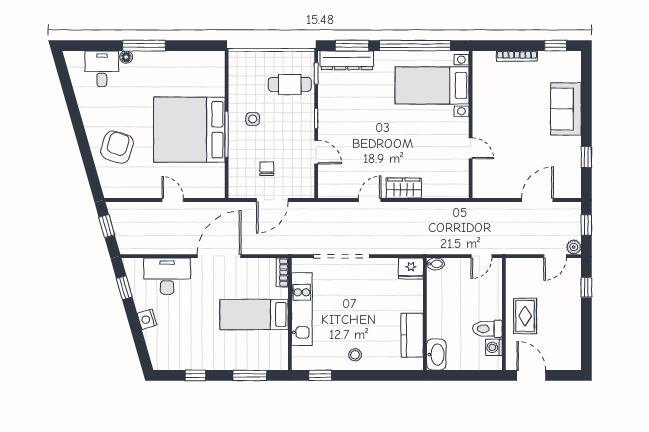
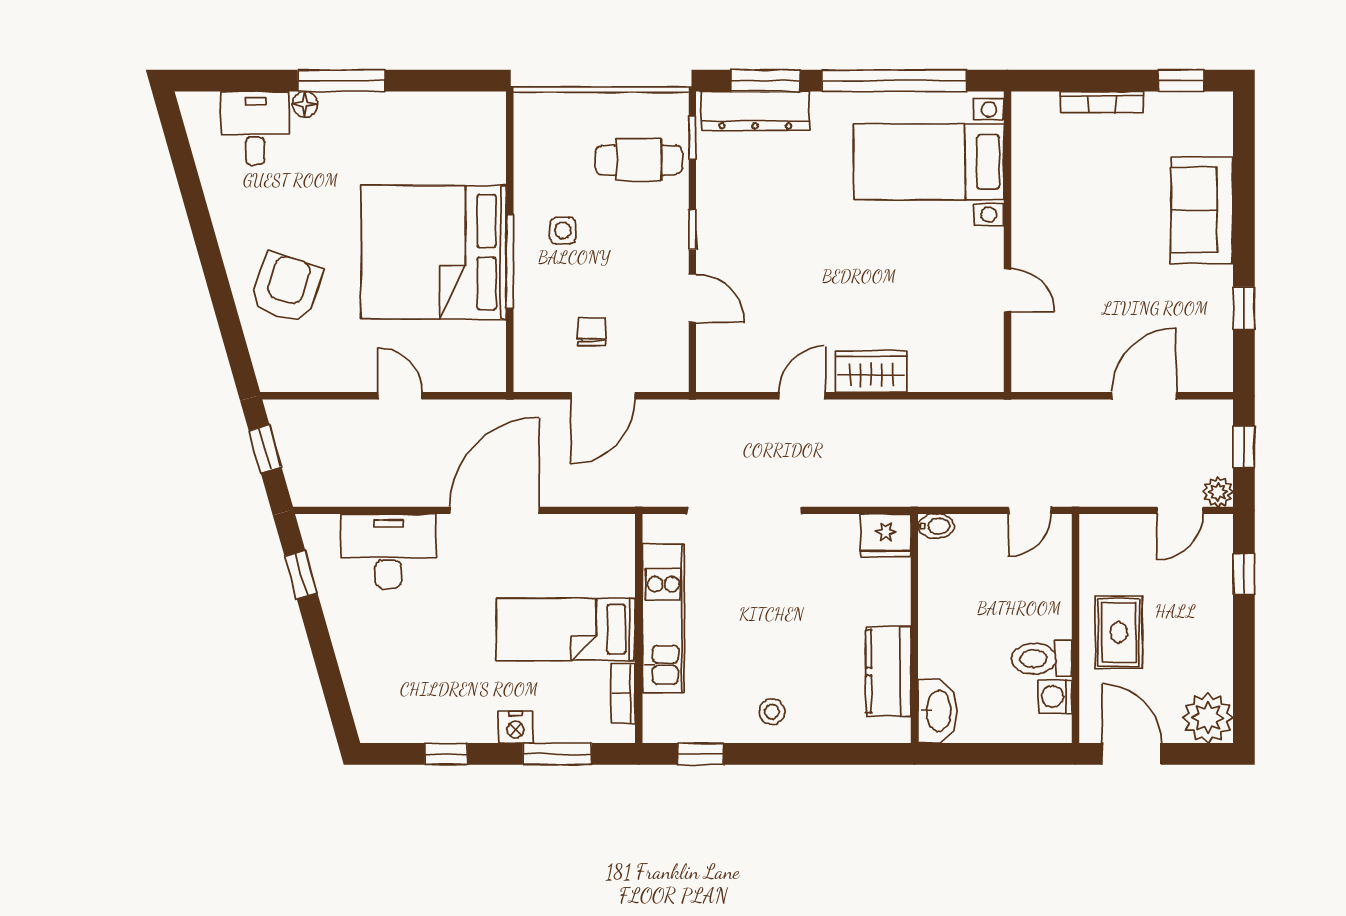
bookcase: (282, 272) -> (623, 693), moved
nightstand: (147, 319) -> (515, 727), moved, turned -74
plant: (569, 358) -> (1208, 718), added

